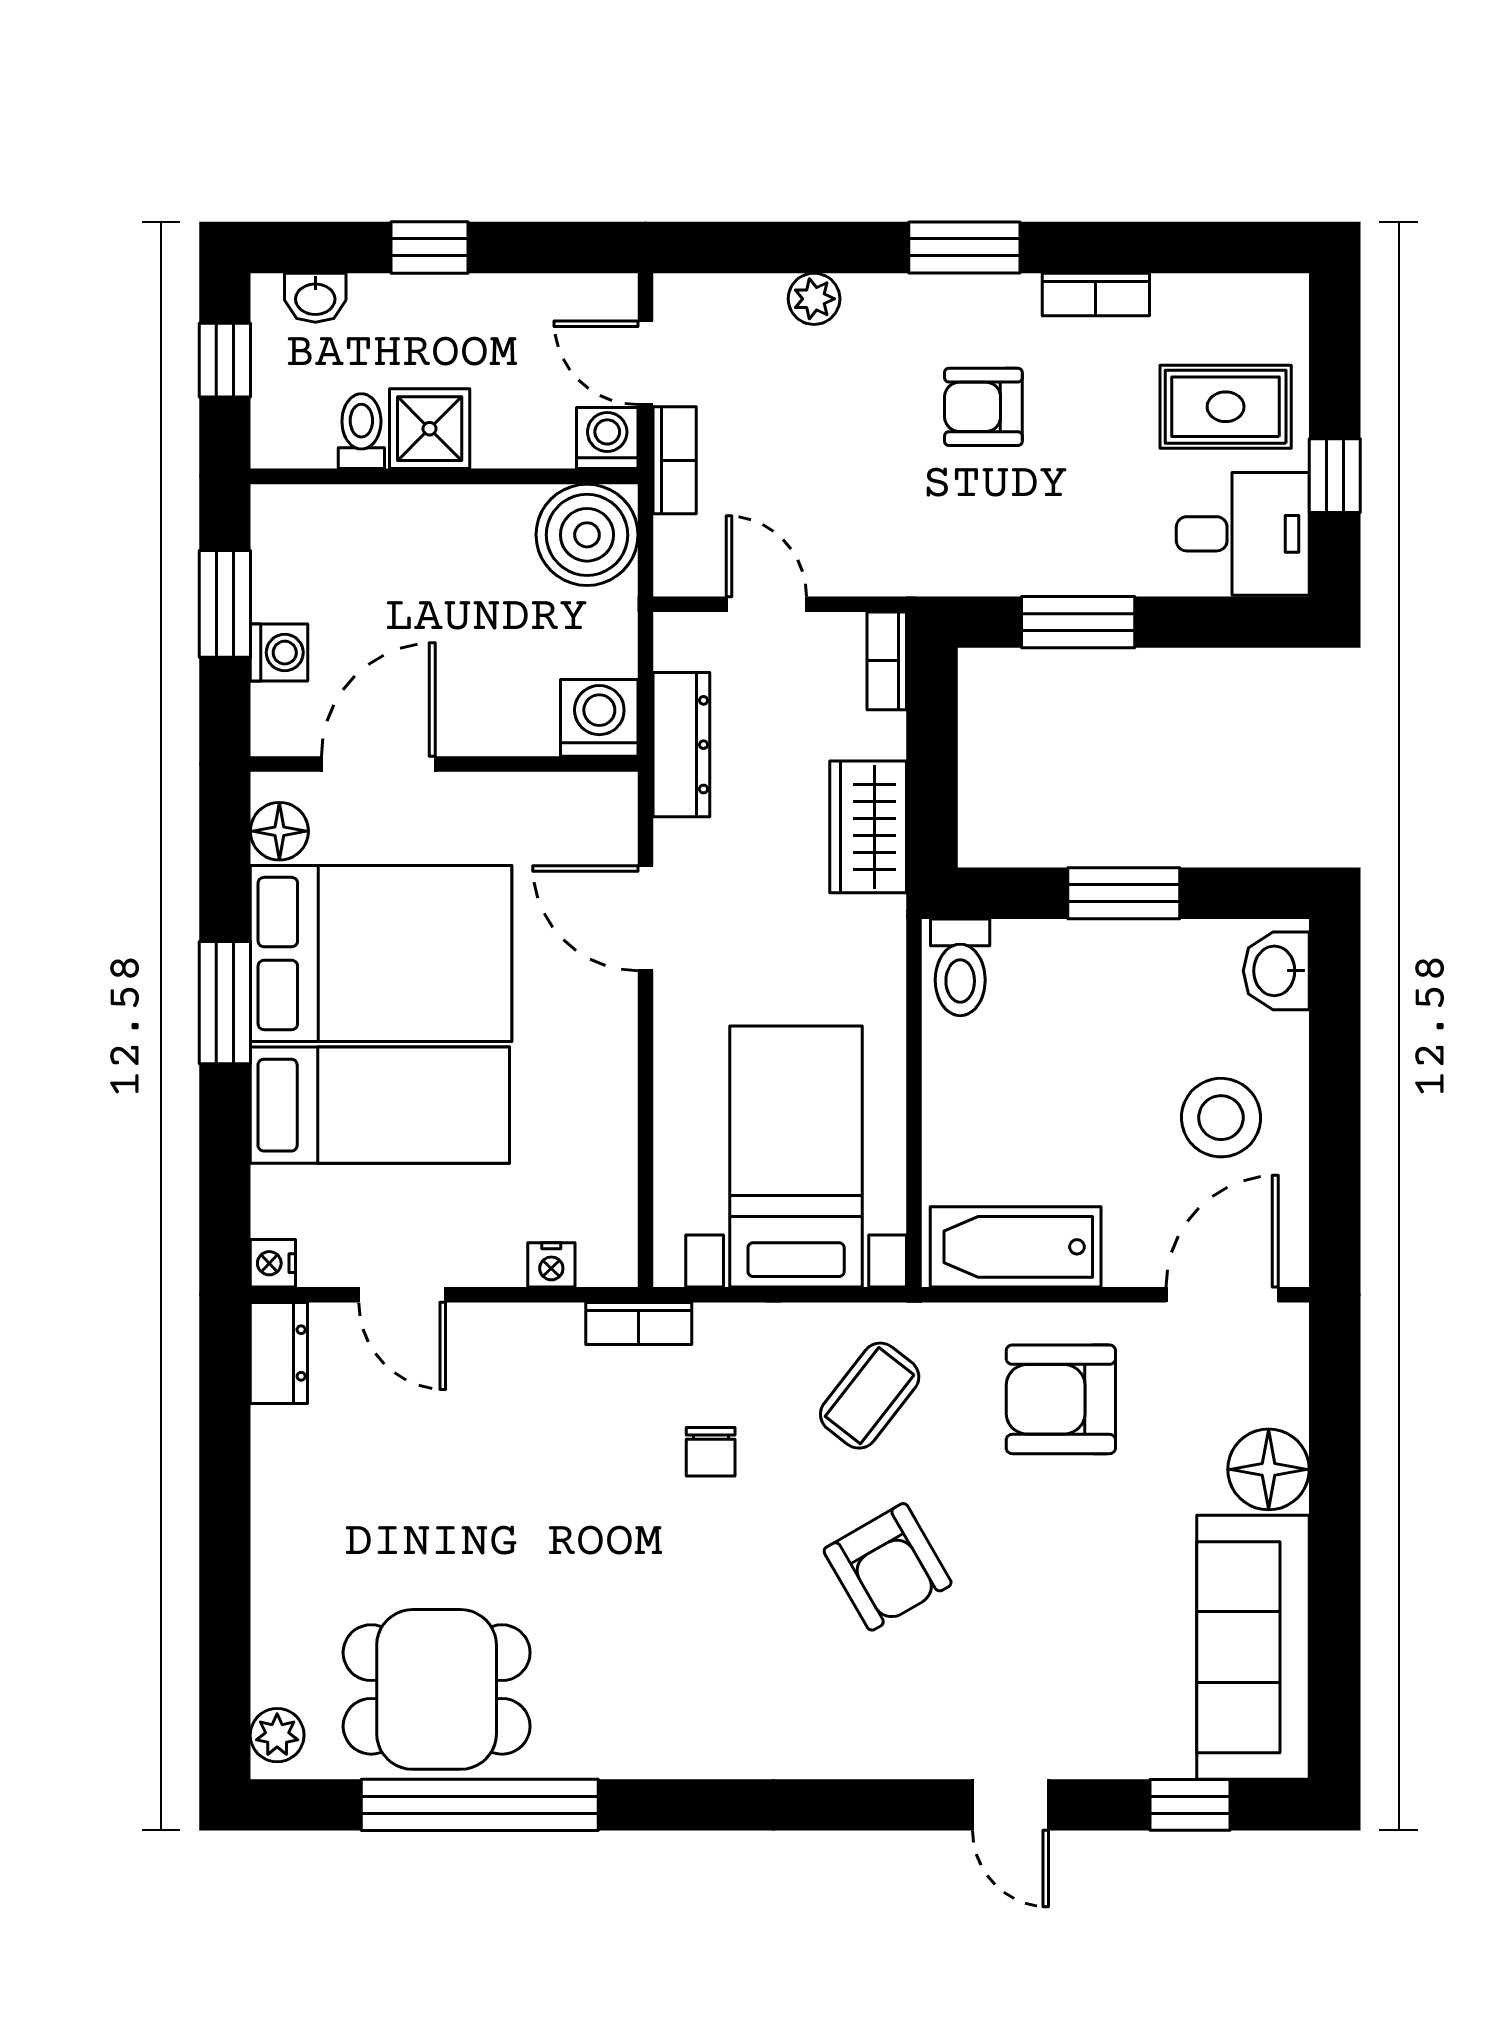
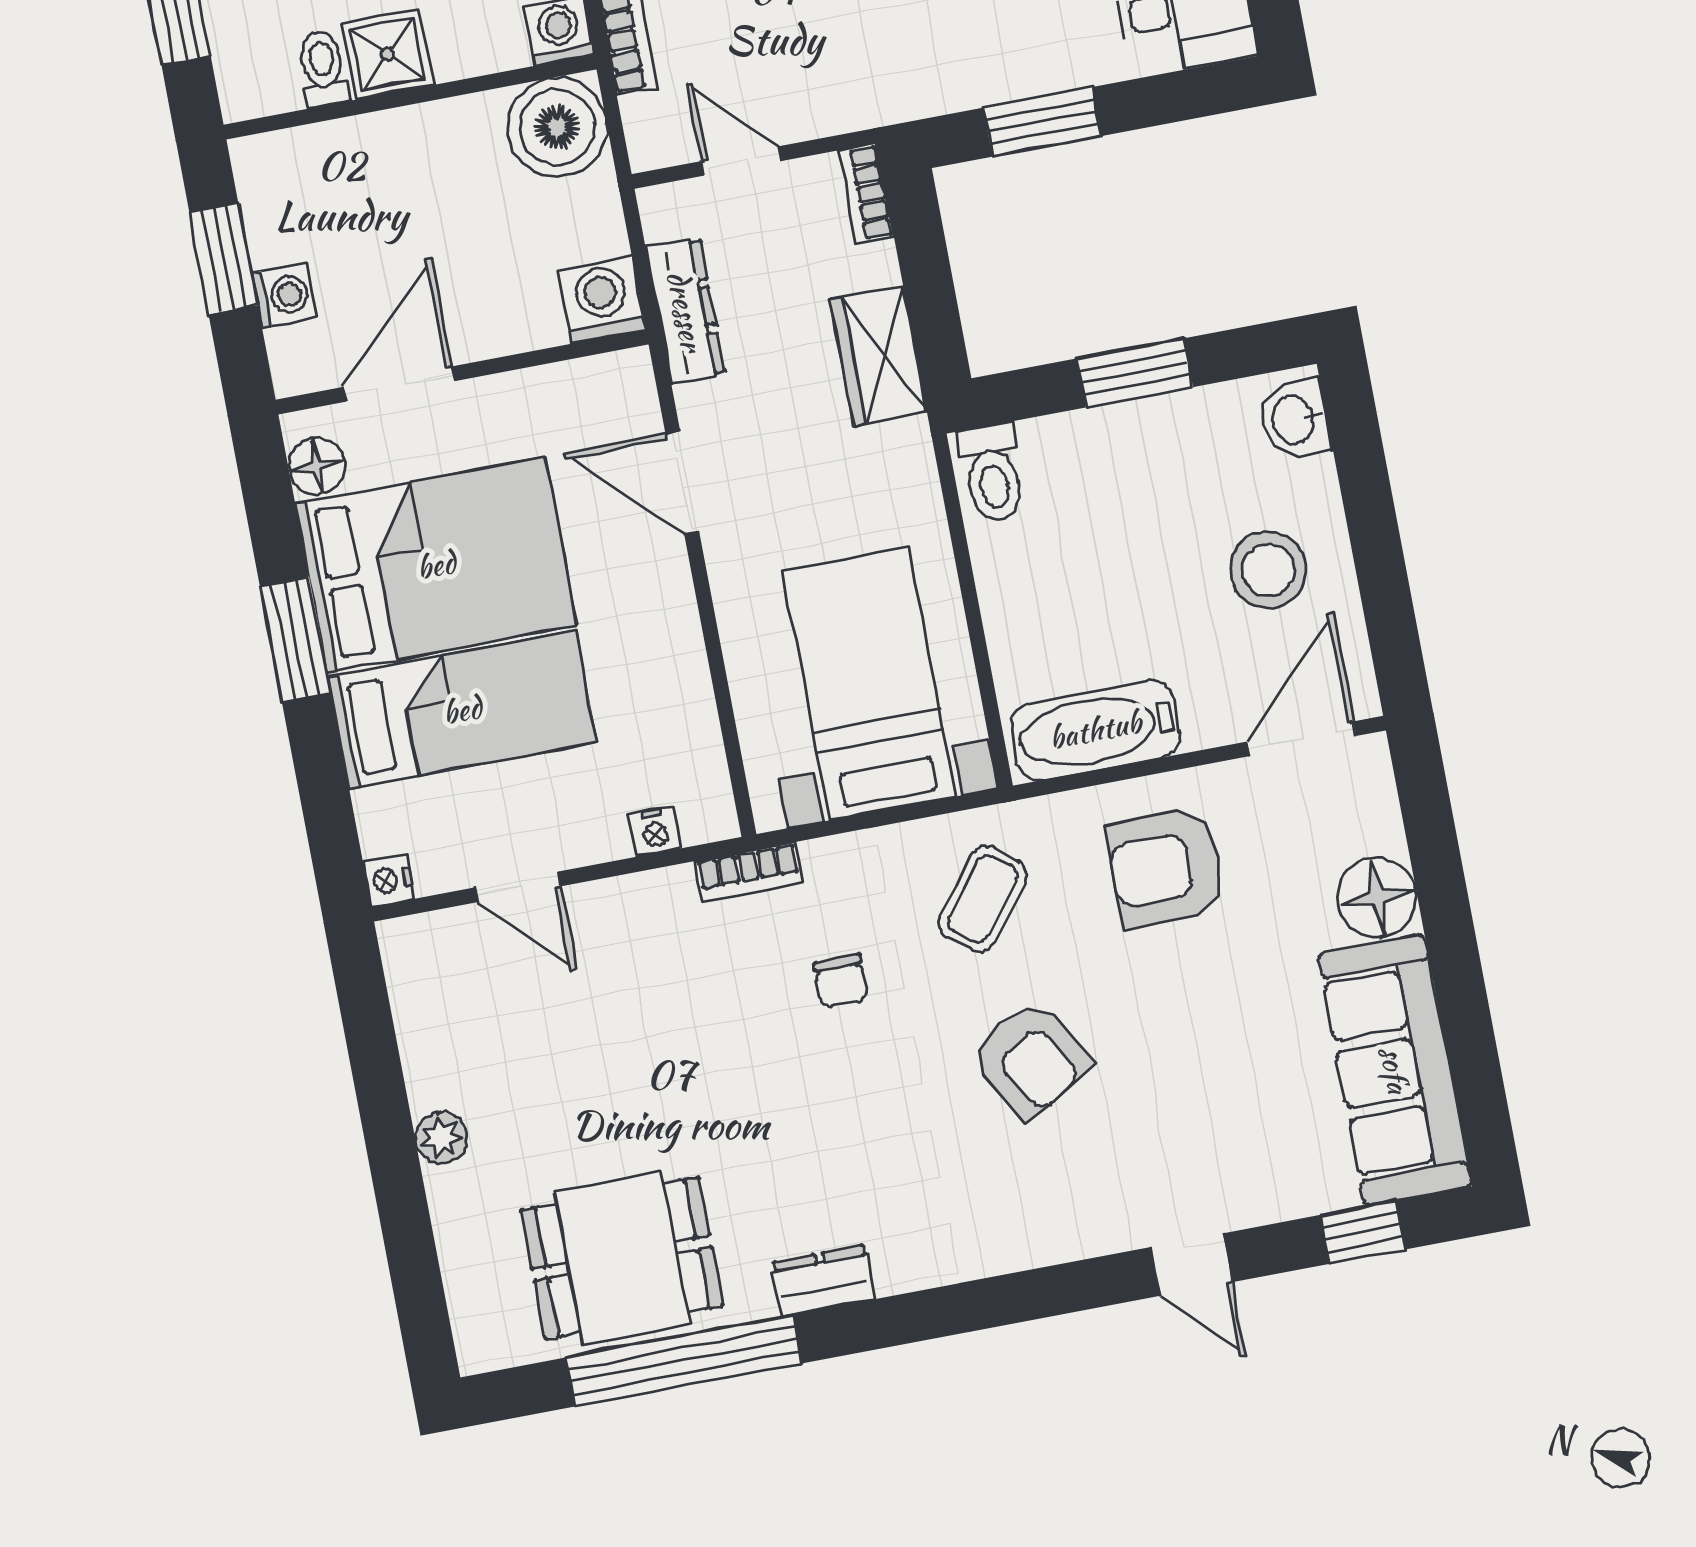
dresser: (279, 1353) -> (823, 1281), moved, turned -90
plant: (277, 1735) -> (441, 1138), moved

